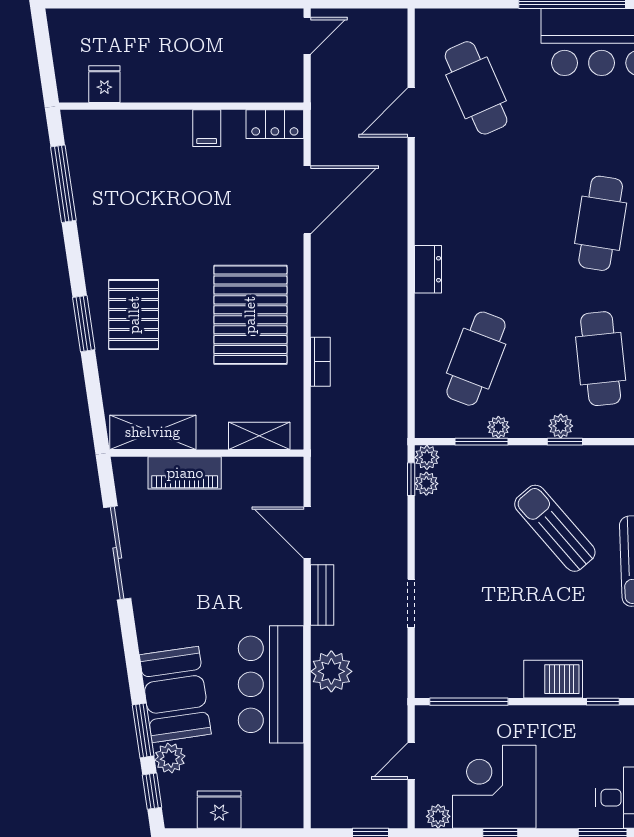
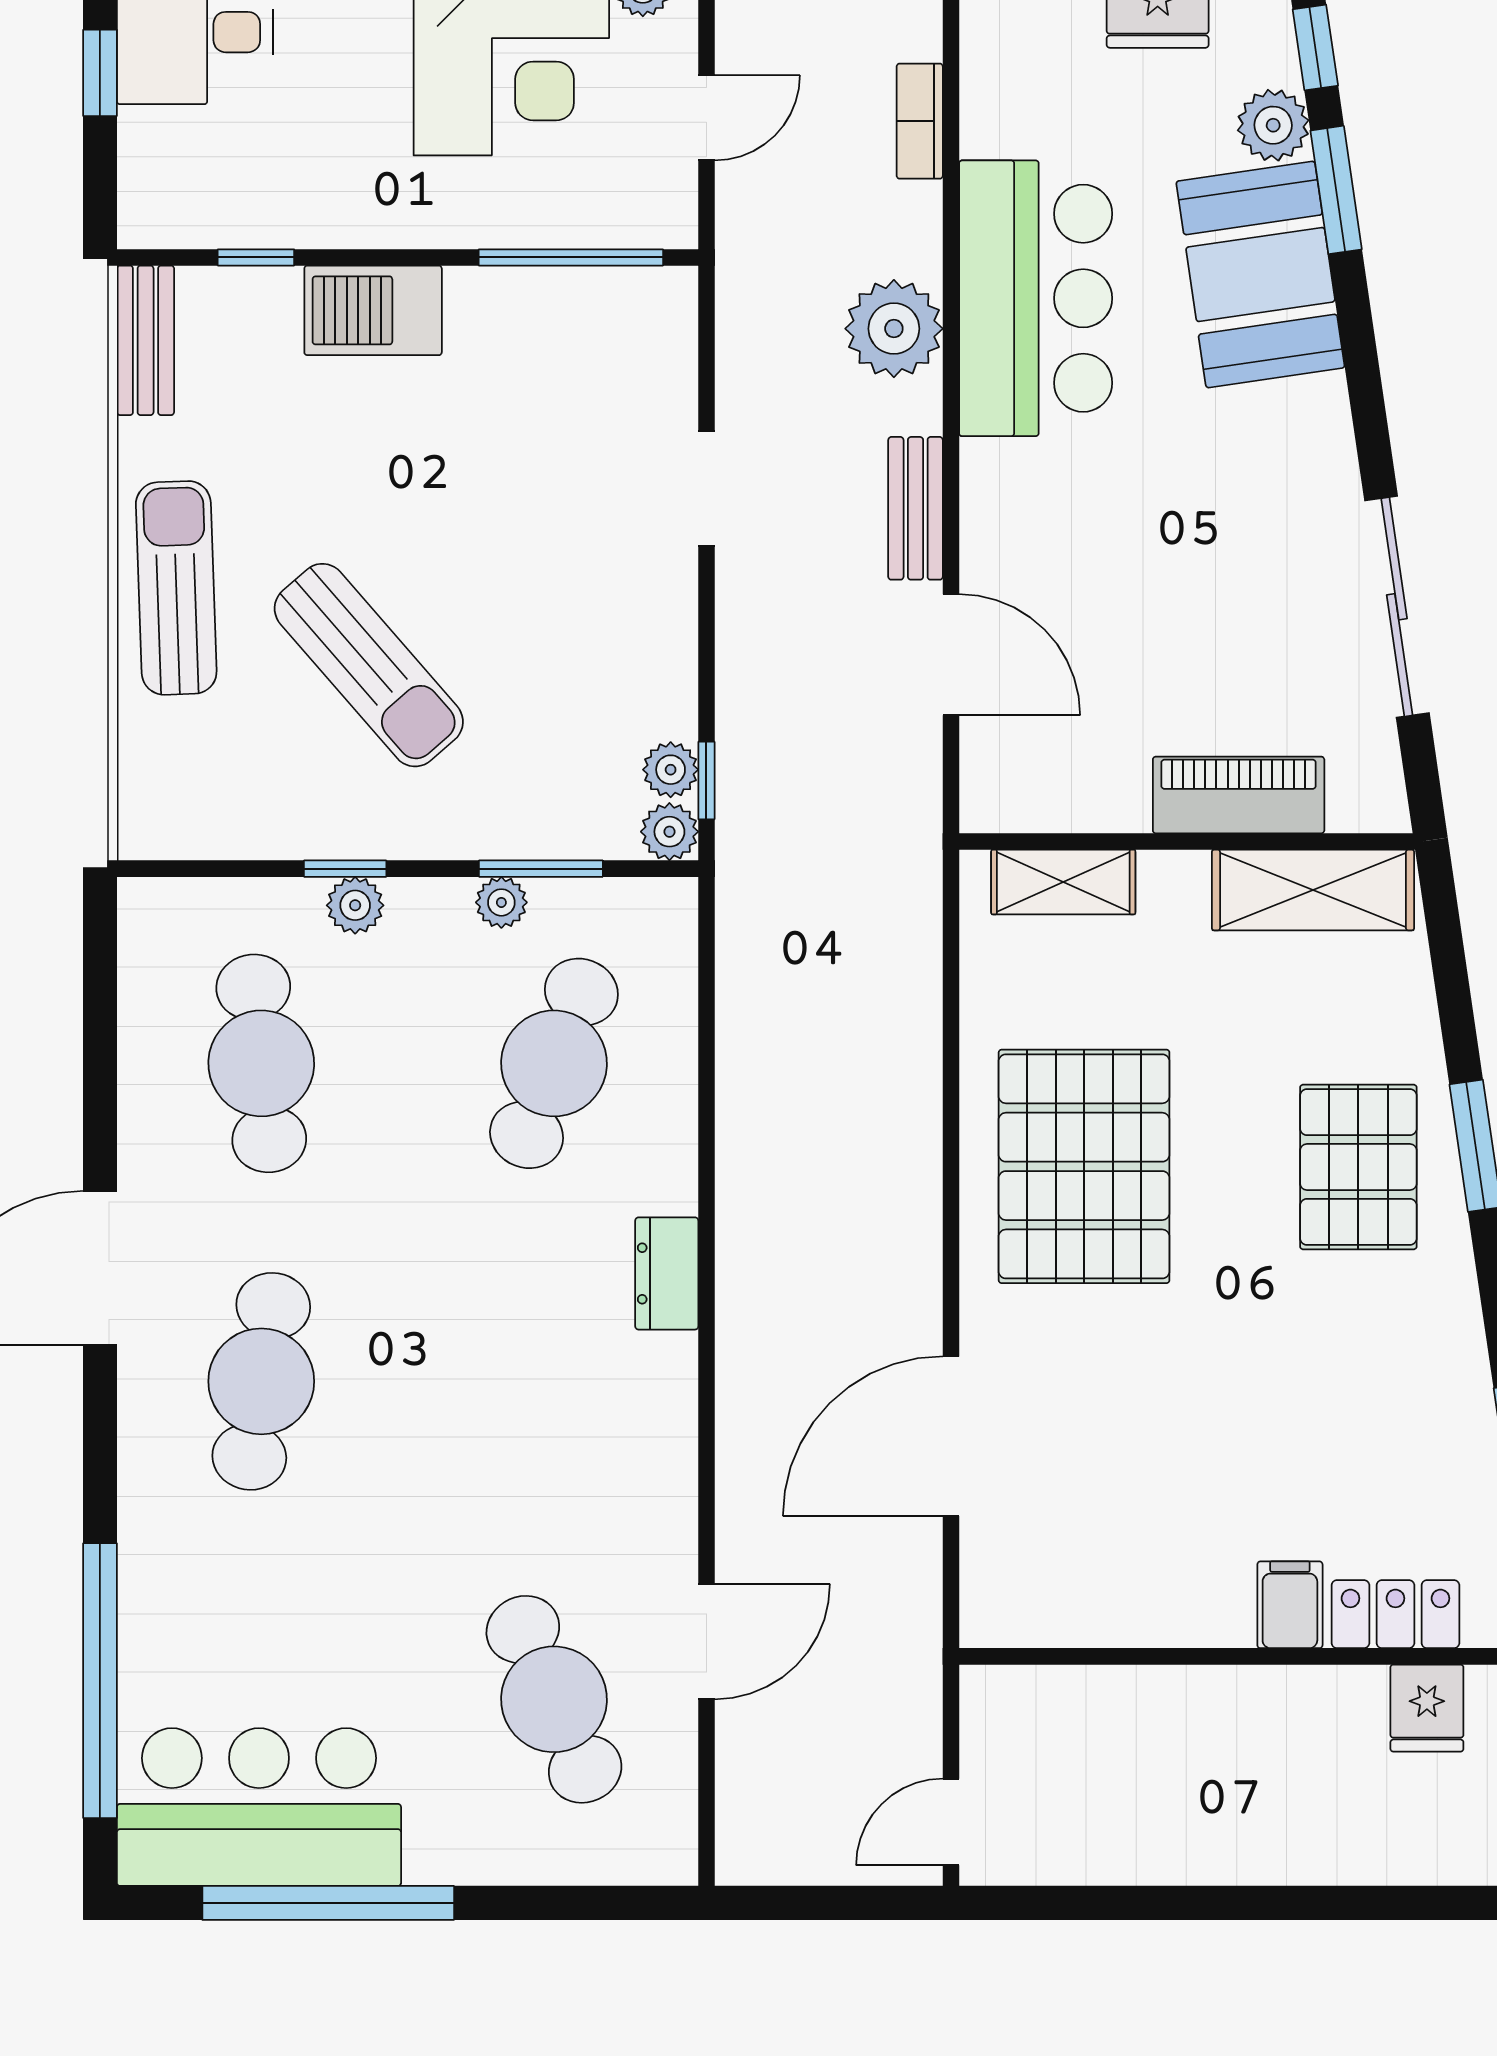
locker: (275, 124) -> (1395, 1614), moved
filing cabinet: (207, 128) -> (1290, 1605), moved
bookcase: (320, 362) -> (920, 121), moved

